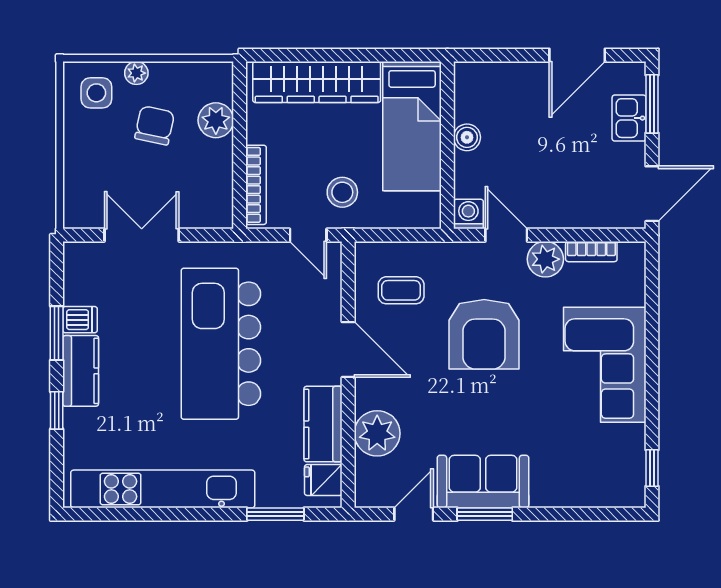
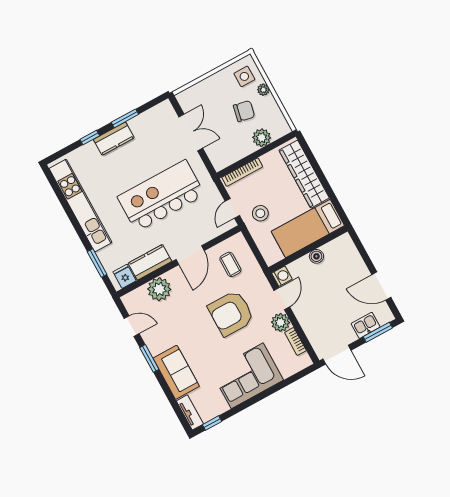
dishwasher: (80, 320) -> (137, 126), removed
sofa: (483, 482) -> (176, 372), moved
tv unit: (614, 496) -> (190, 412), added

